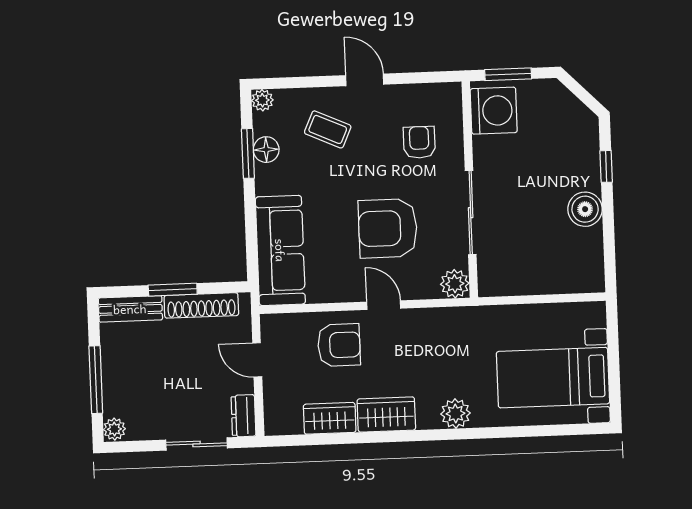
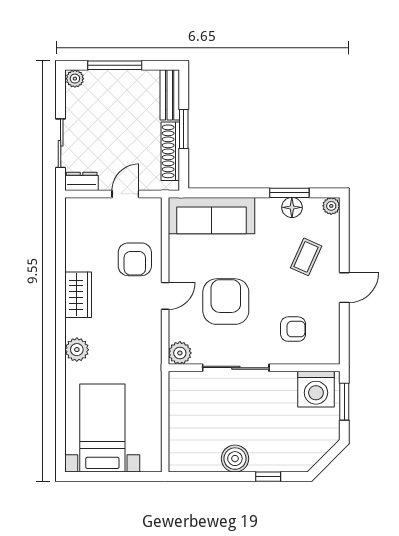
wardrobe: (330, 418) -> (77, 250), removed

